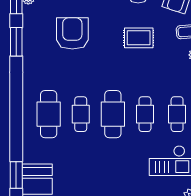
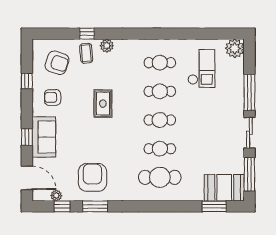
armchair: (72, 33) -> (92, 177), moved, turned 90
rug: (139, 38) -> (103, 104), moved
cafe table: (113, 114) -> (160, 120), width x0.73, depth x0.74

